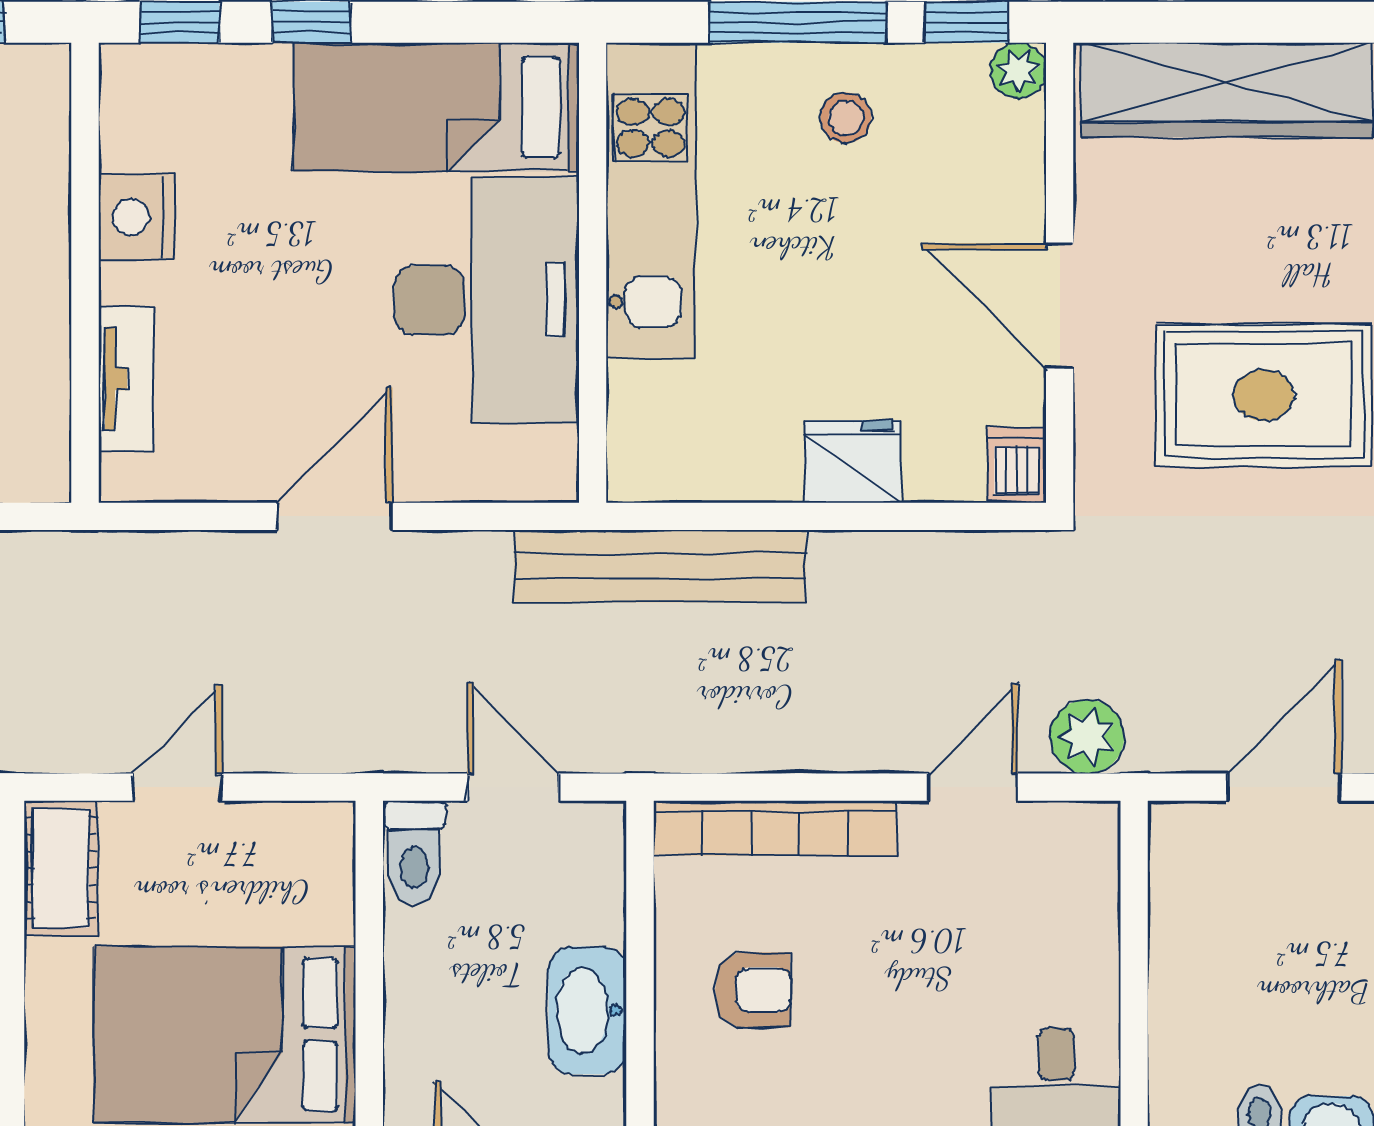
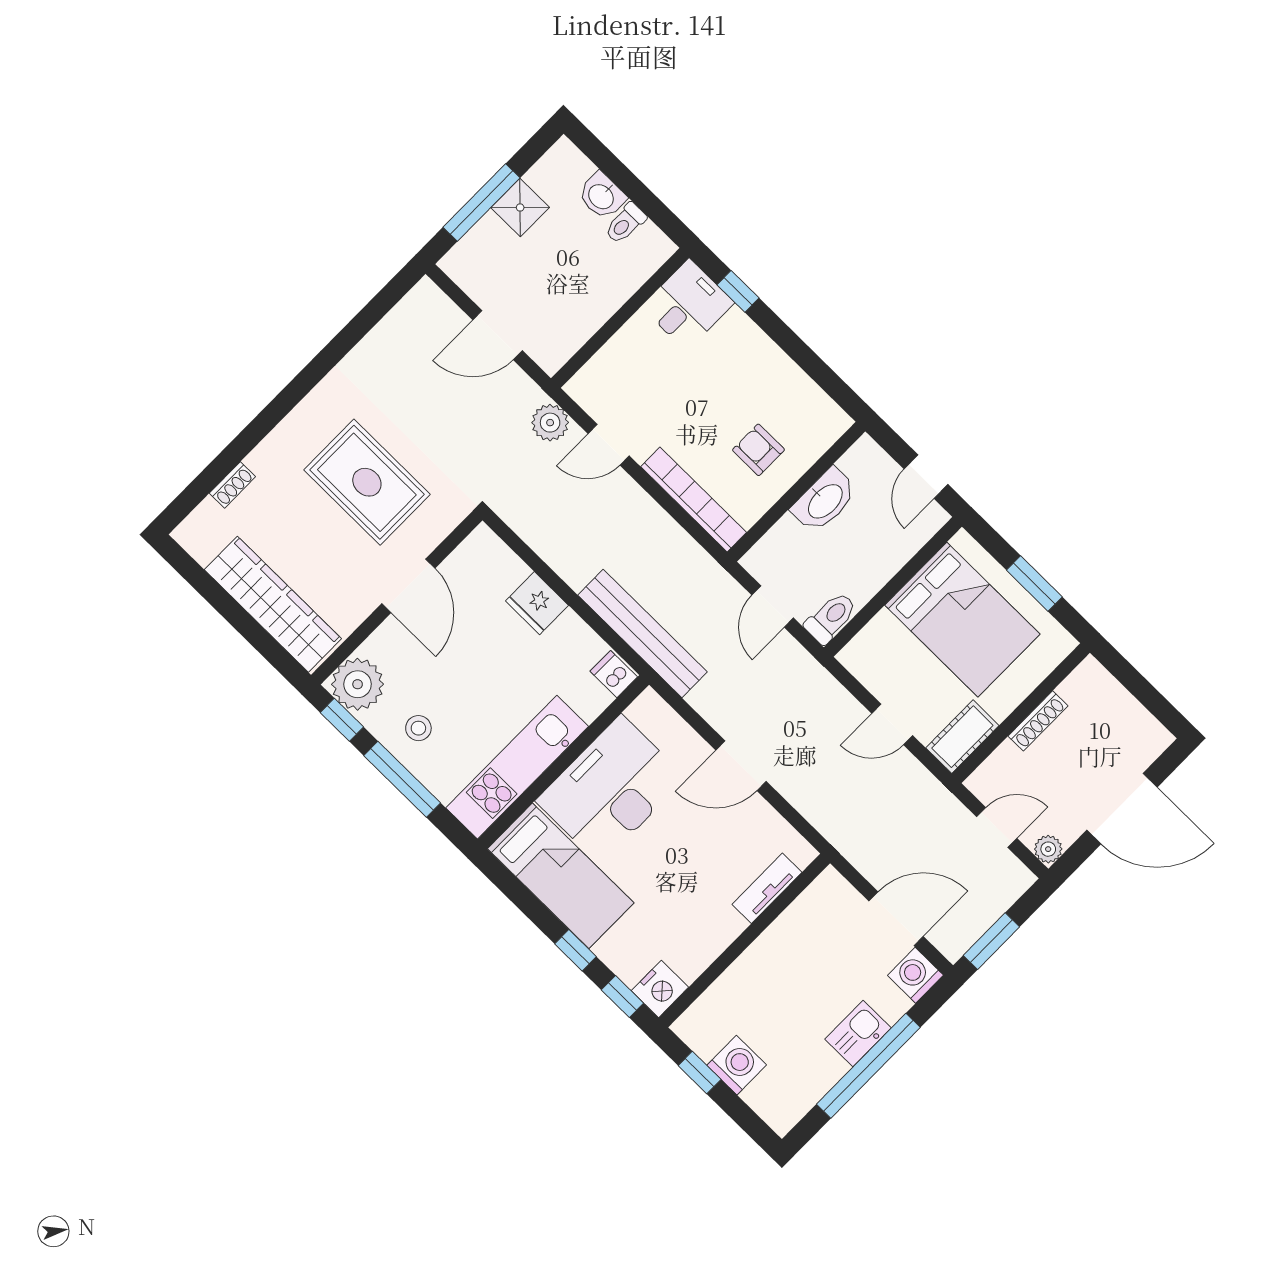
plant: (1018, 70) -> (358, 684), width x1.88, depth x1.88
nightstand: (137, 217) -> (660, 989), moved
dishwasher: (1017, 465) -> (614, 674), moved, turned 90

